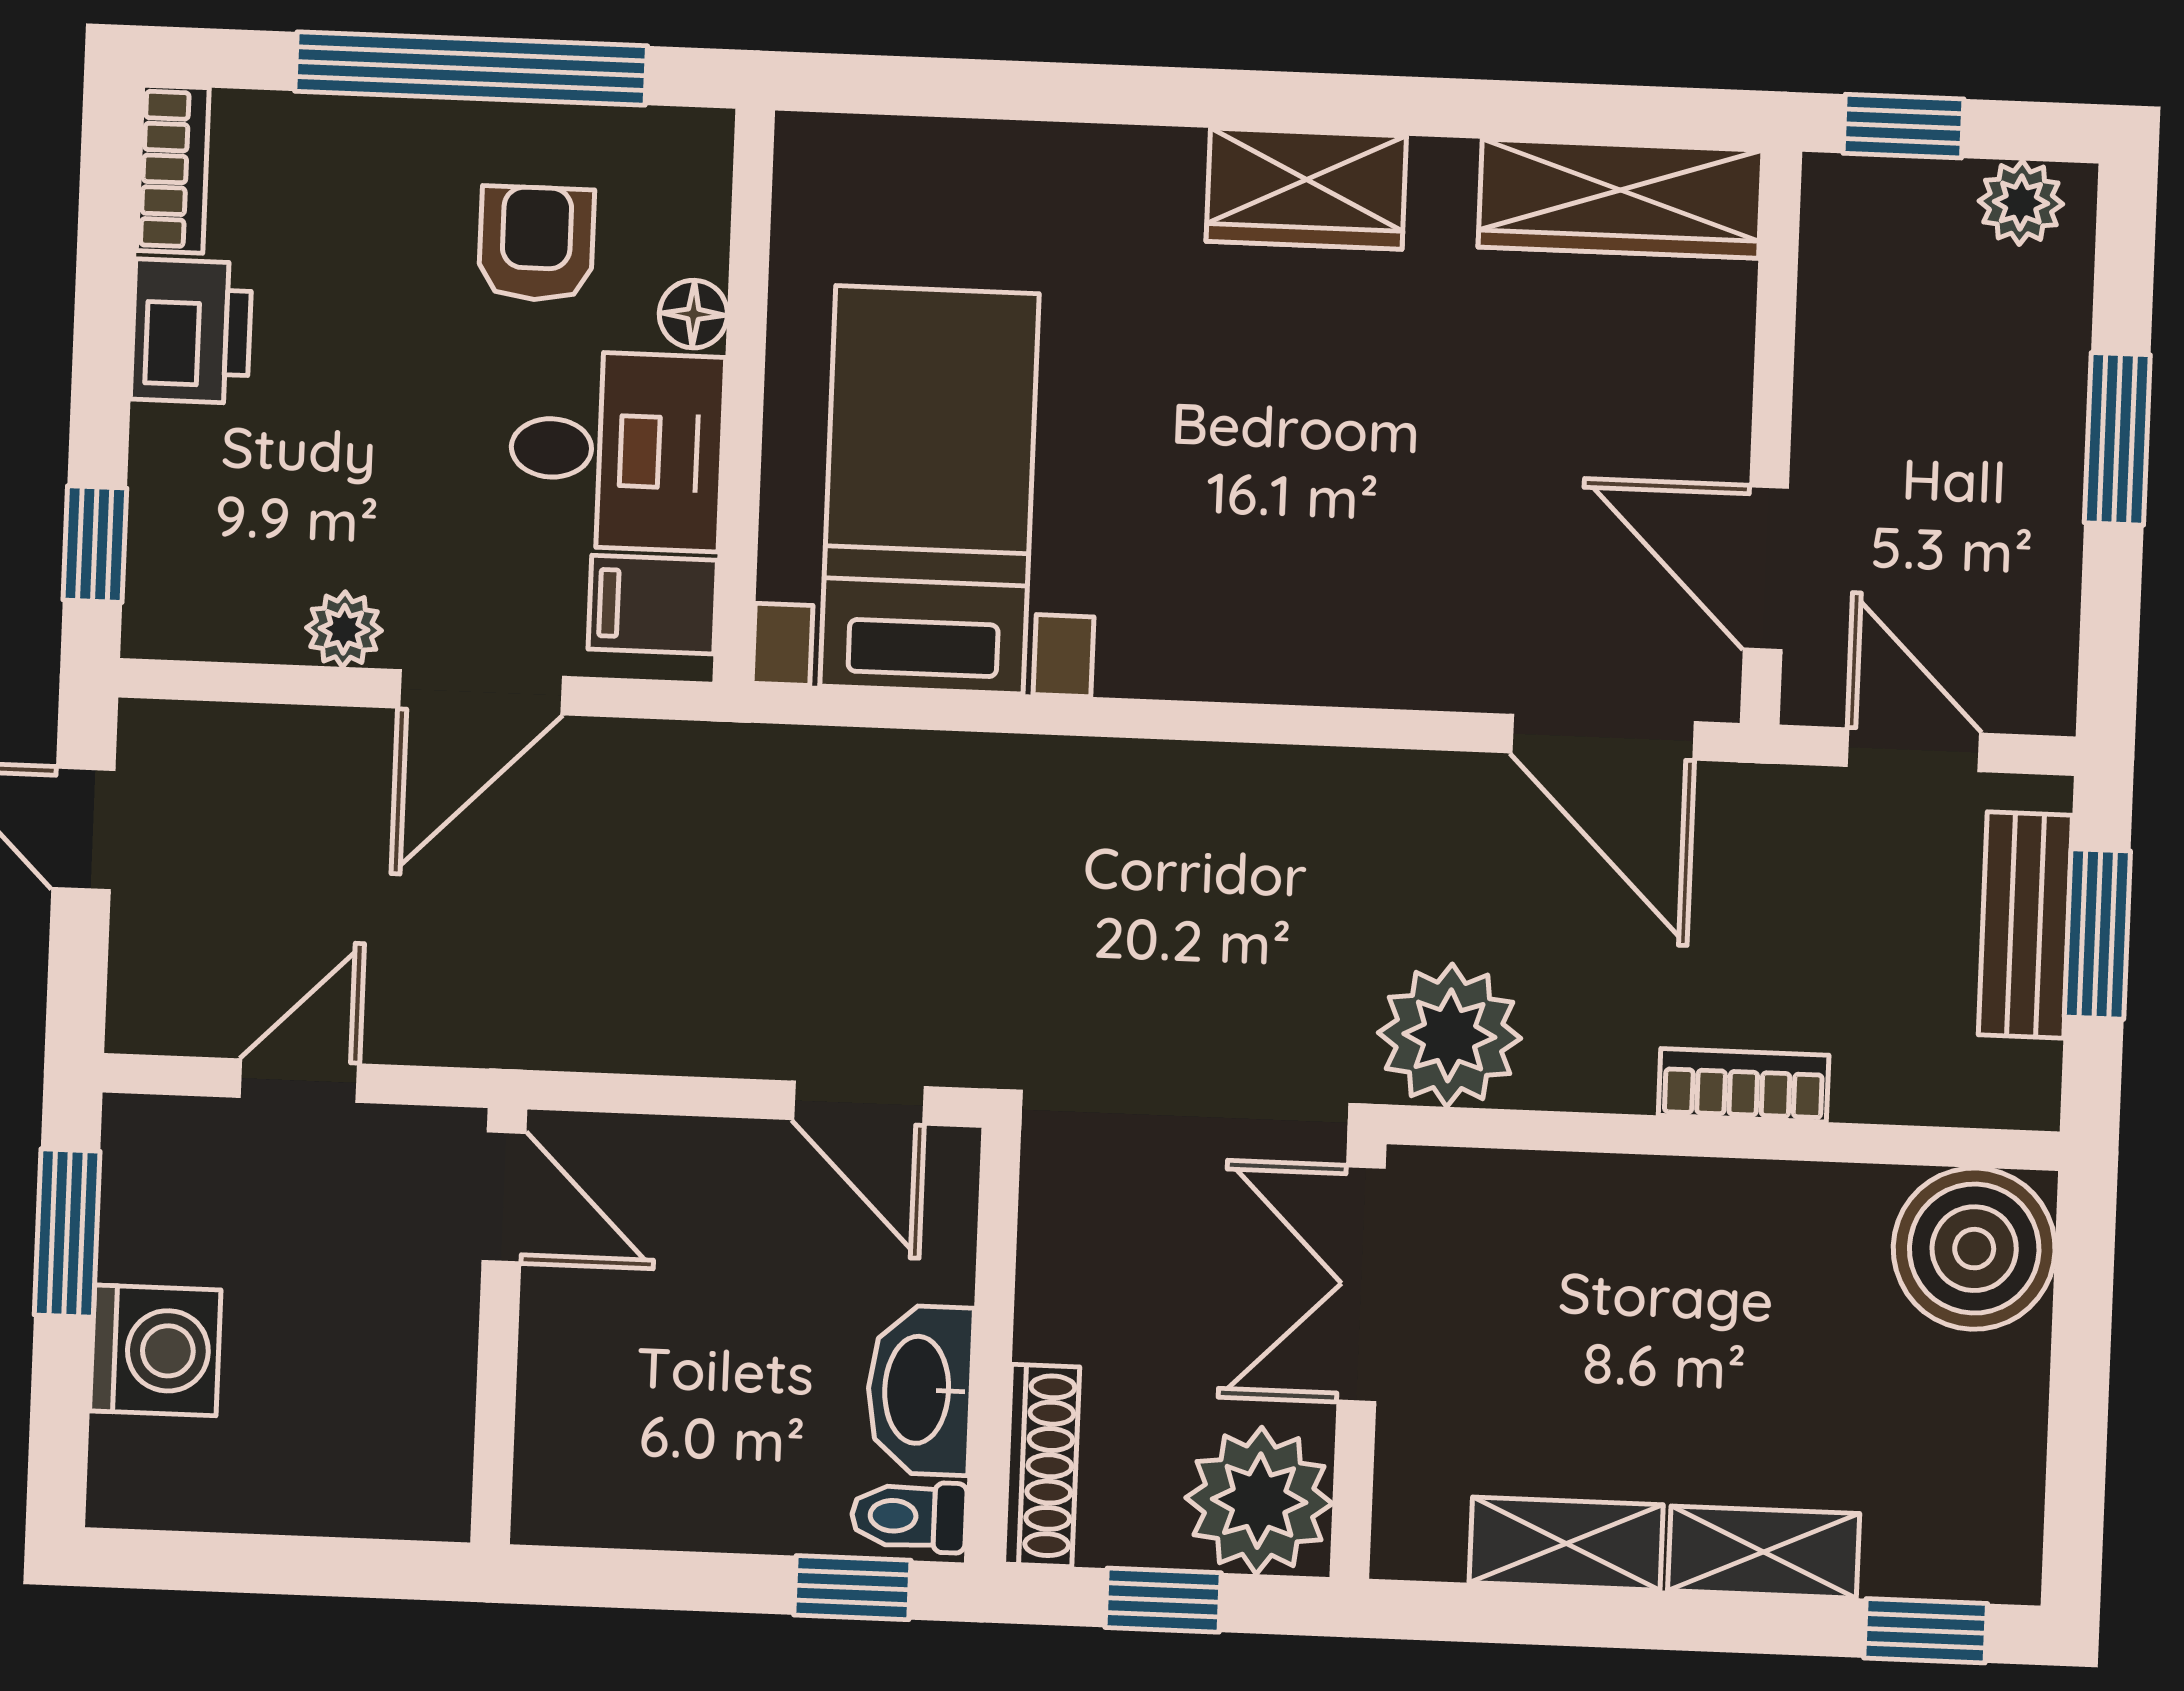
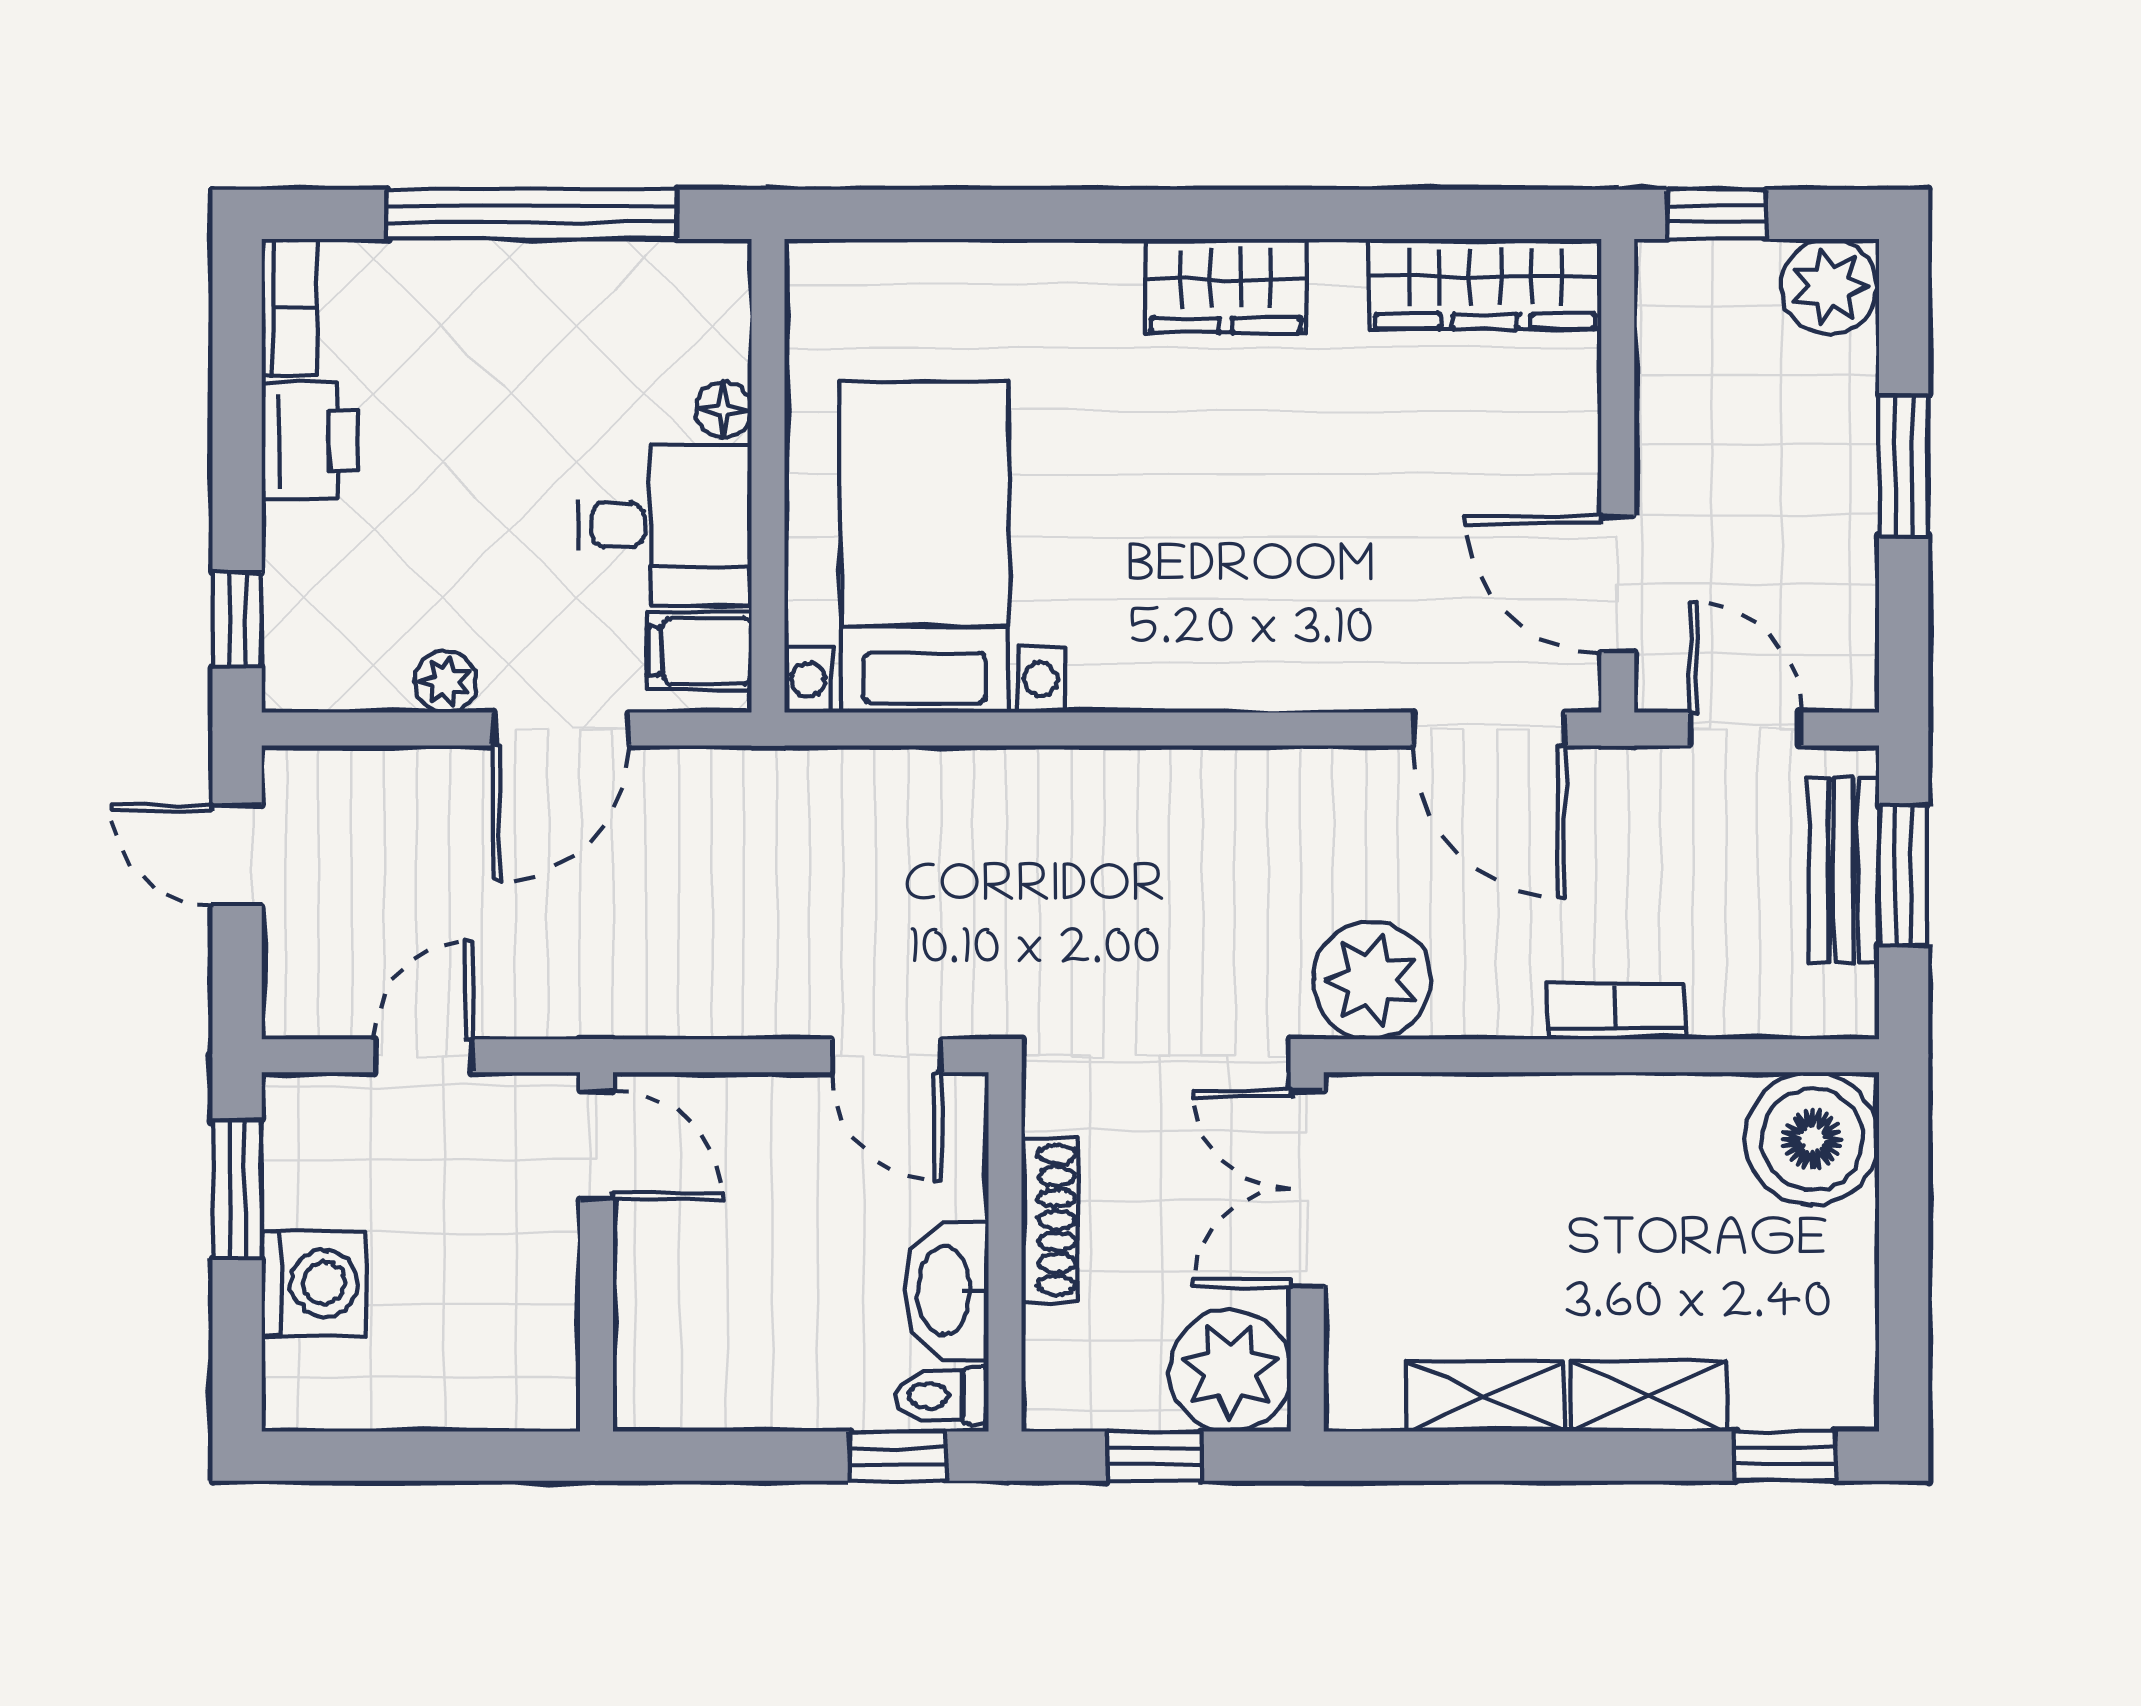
plant: (2021, 203) -> (1829, 287), width x1.38, depth x1.38
armchair: (536, 244) -> (592, 357), removed
shoe rack: (1042, 1465) -> (1049, 1220), moved

